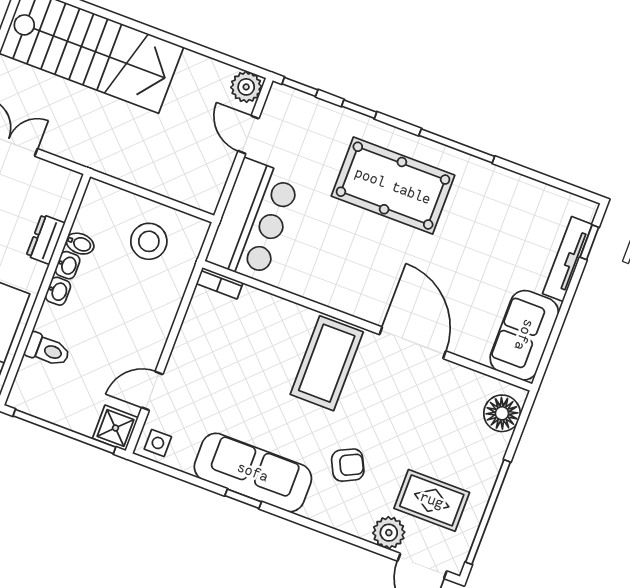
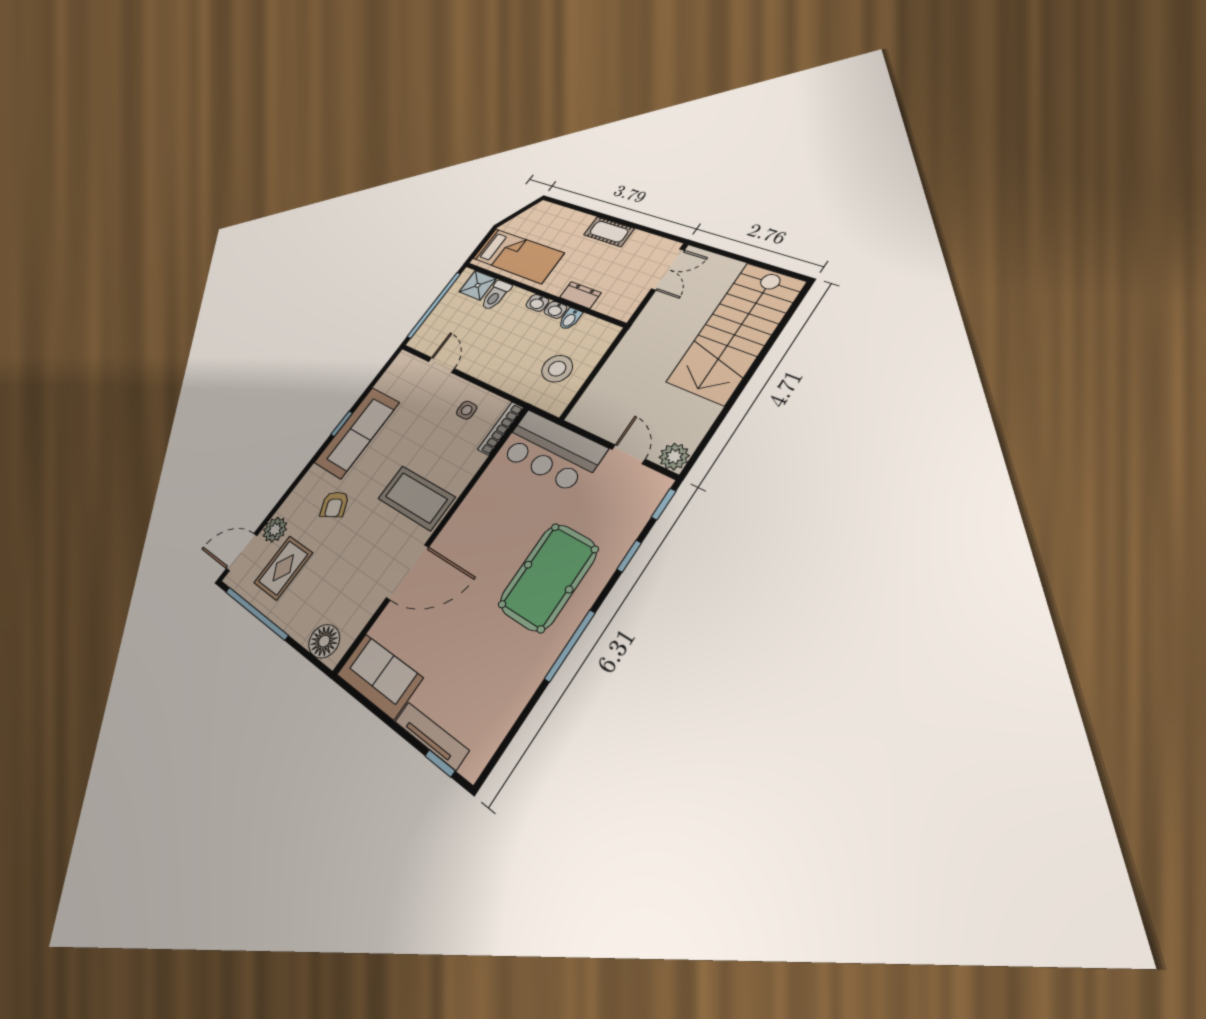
door: (248, 135) -> (628, 454), hinge flipped
bookcase: (220, 283) -> (501, 428), width x1.56
shower: (115, 428) -> (478, 285), moved
side table: (158, 443) -> (467, 410), moved

